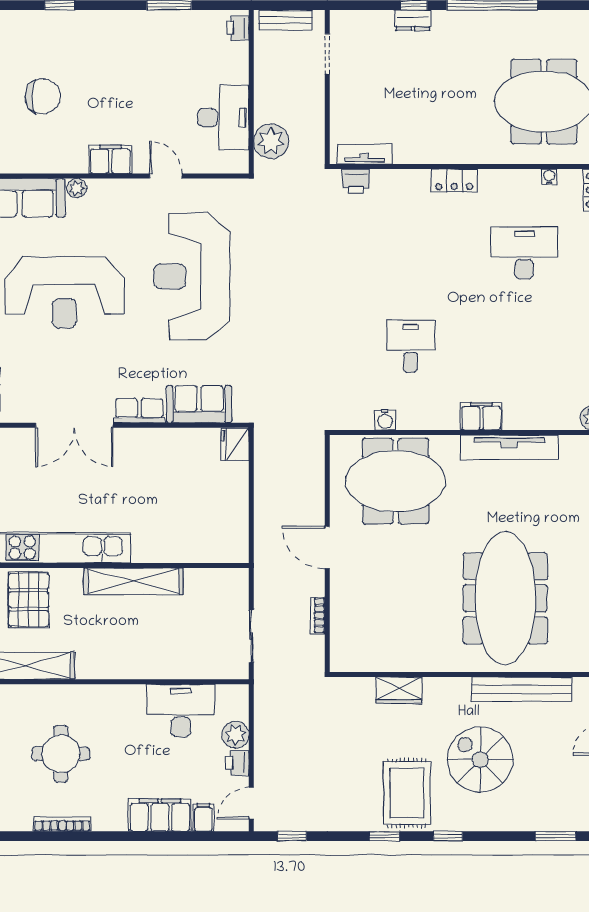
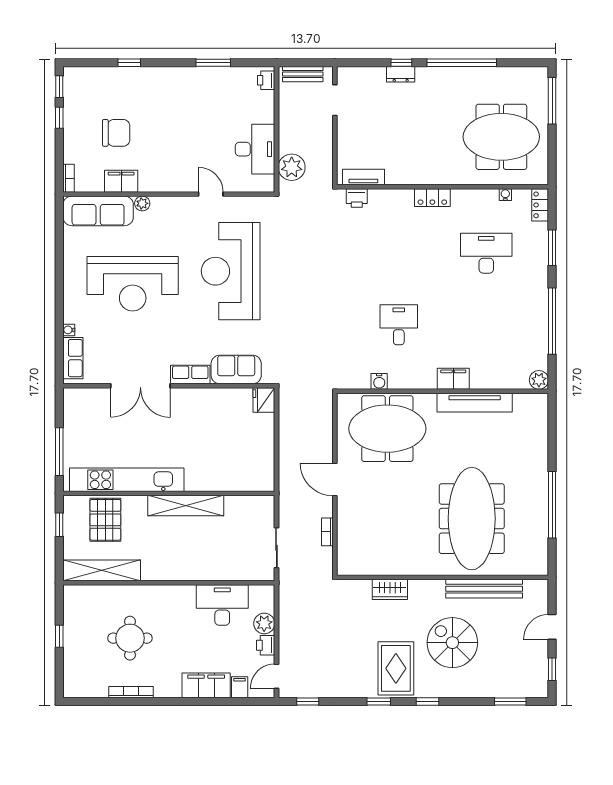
filing cabinet: (110, 159) -> (121, 181), moved

